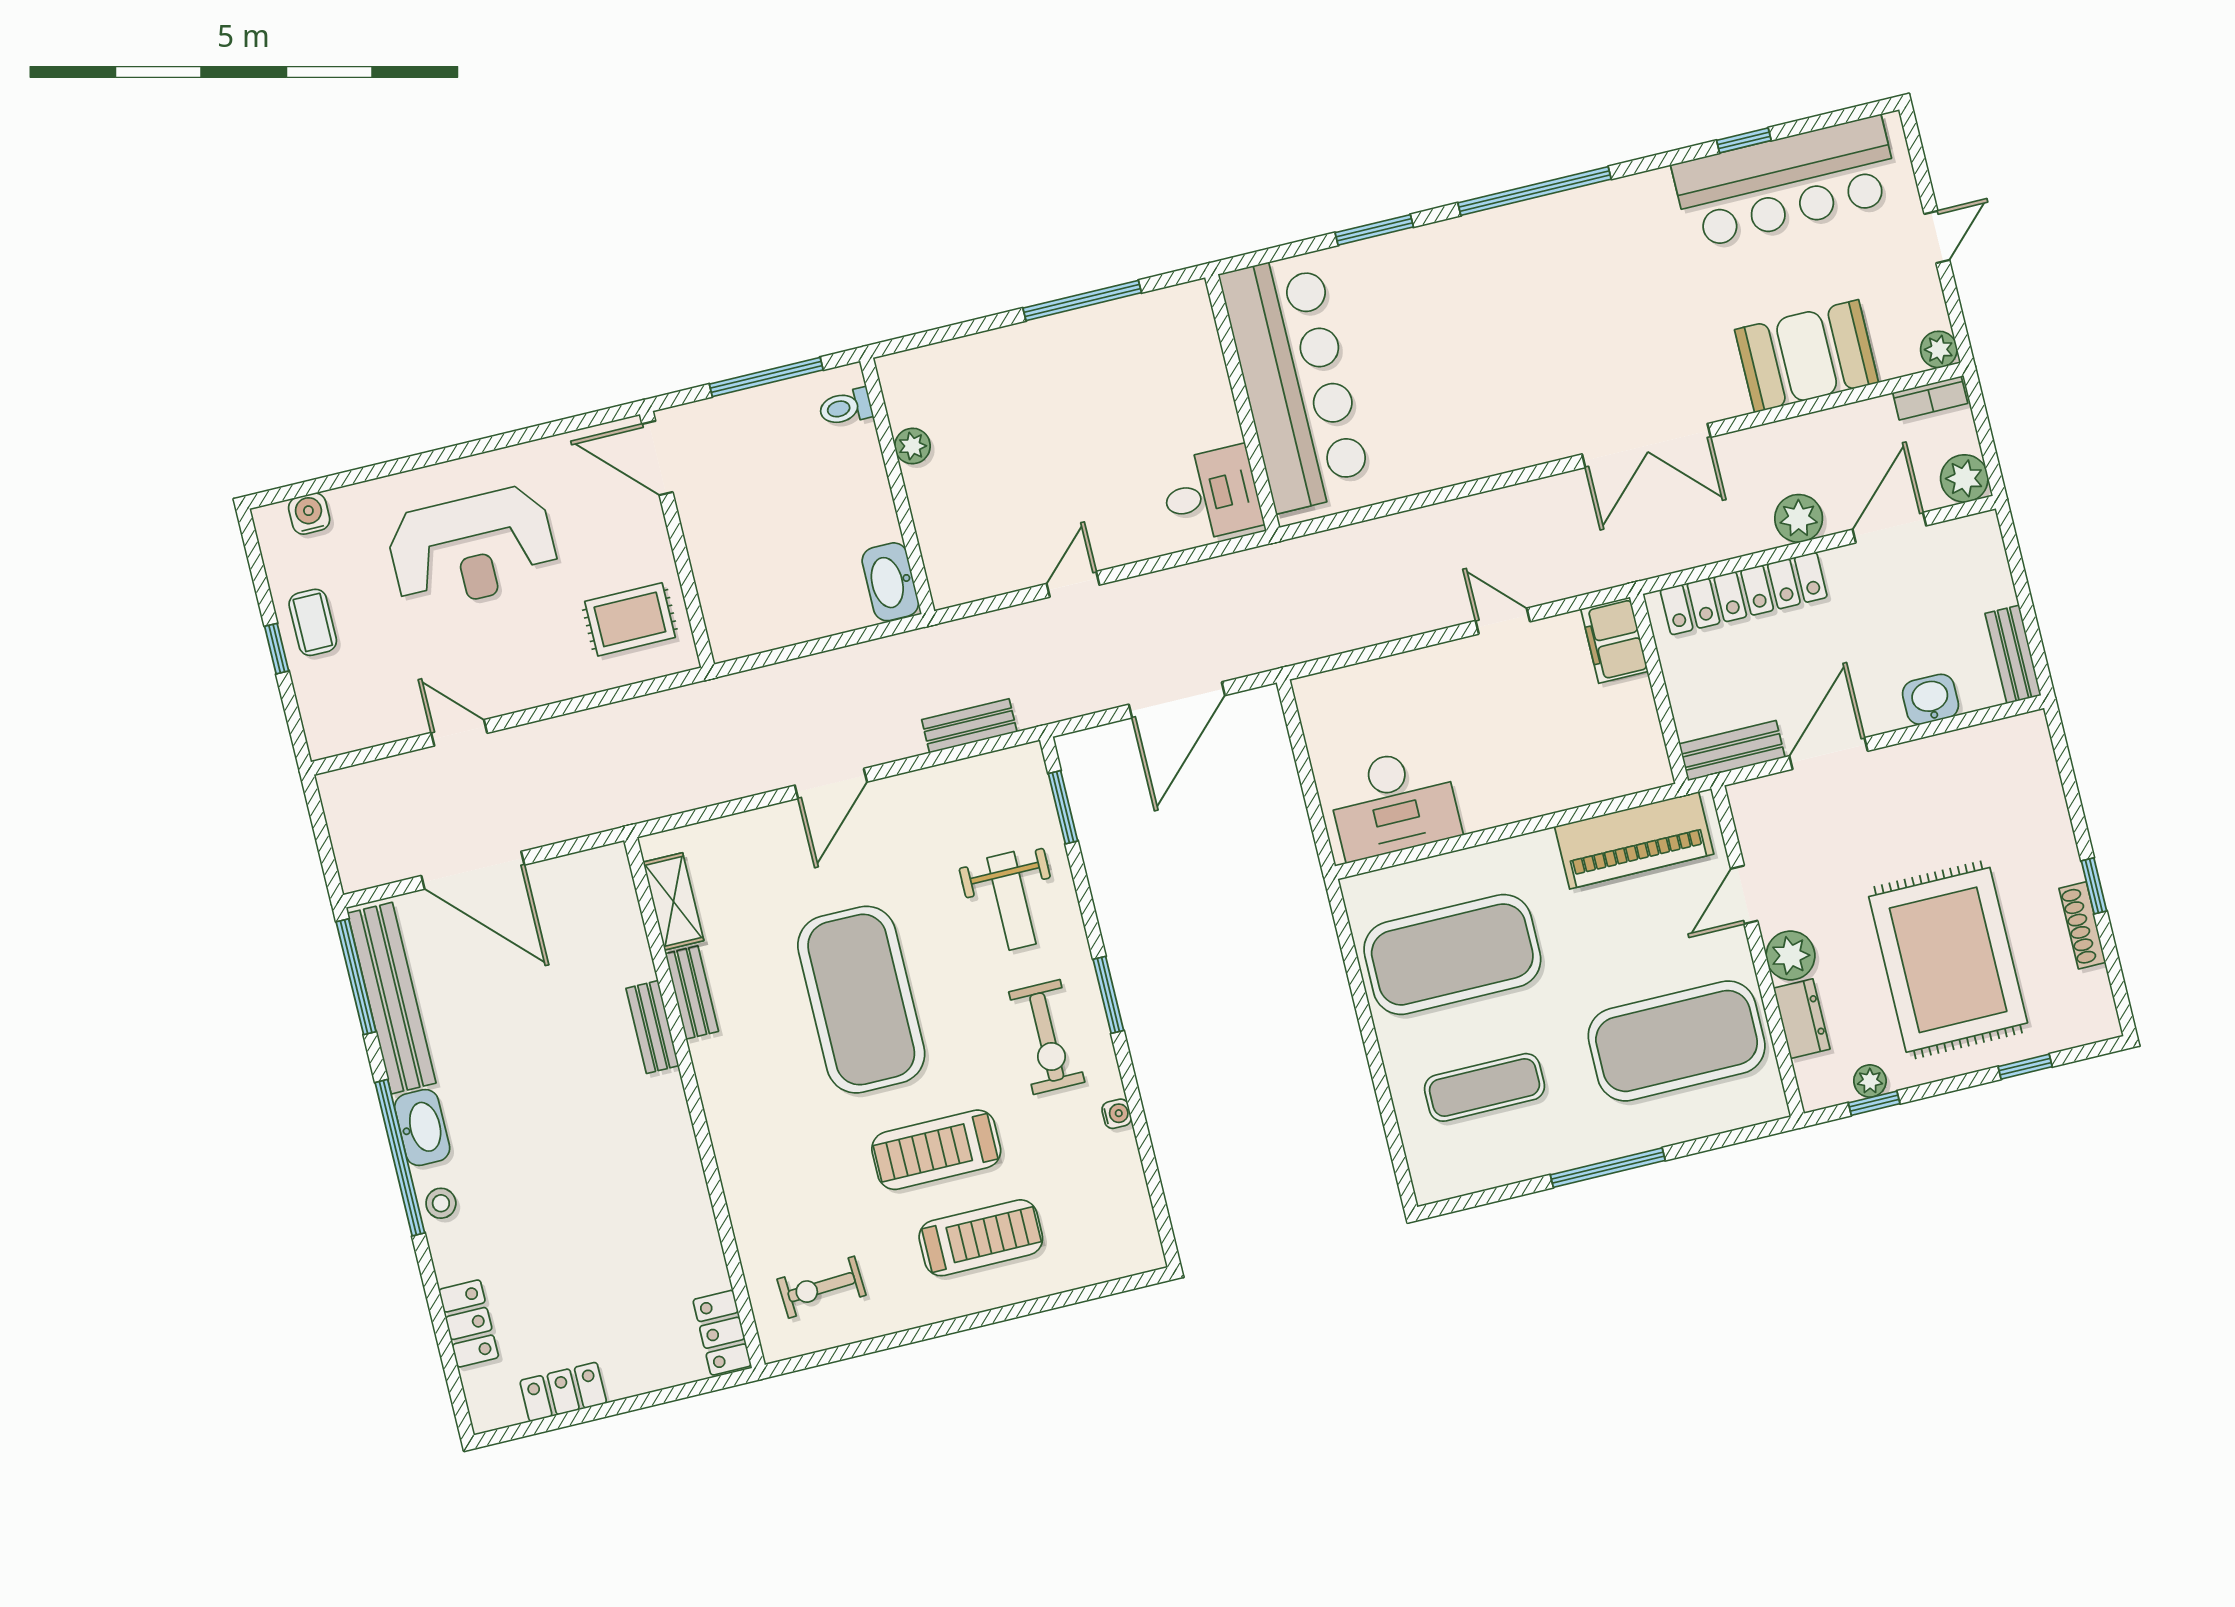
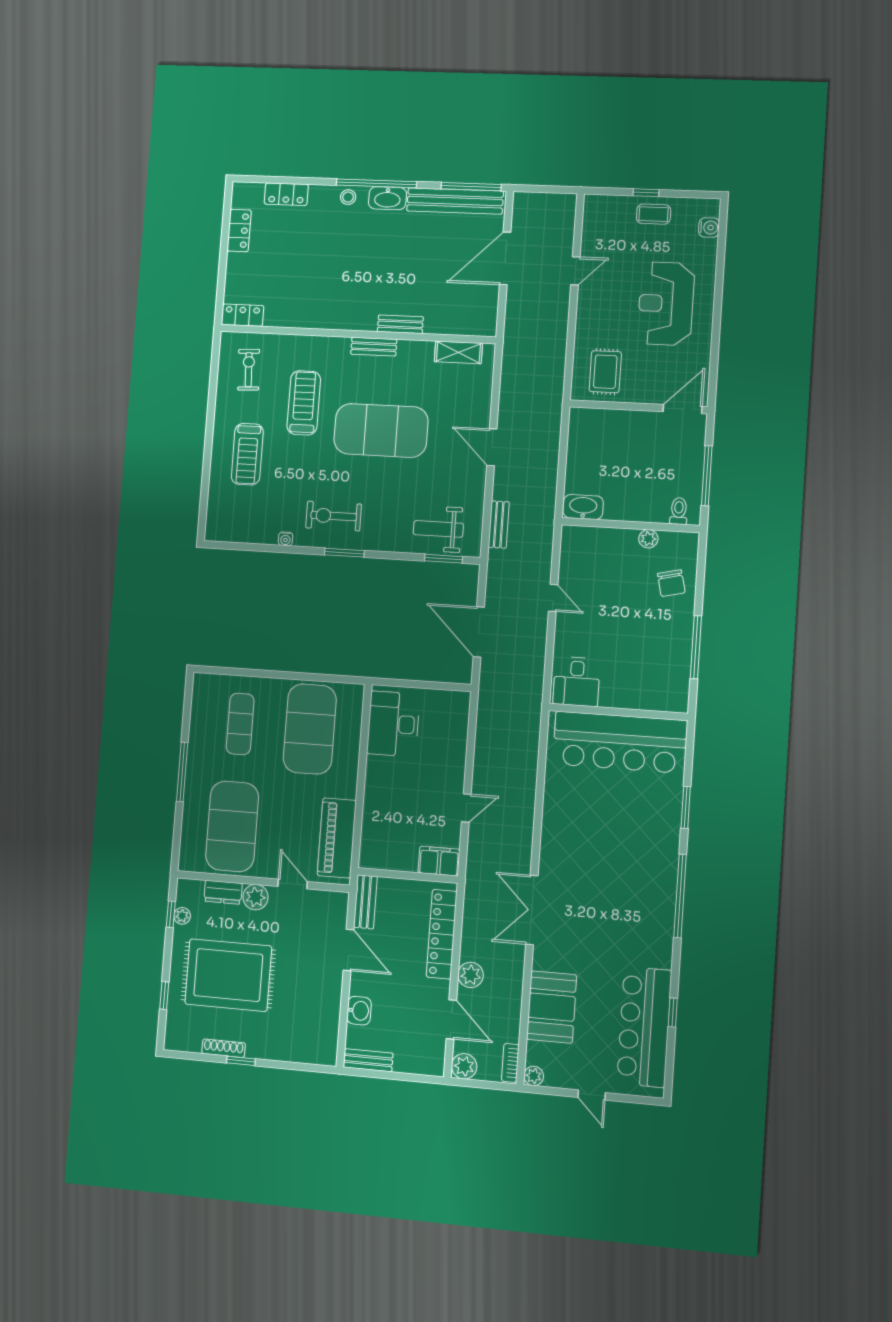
chair: (980, 380) -> (671, 583), added
weight bench: (1011, 901) -> (438, 529), moved
bench: (692, 992) -> (374, 347), moved
treadmill: (936, 1150) -> (304, 403), moved

